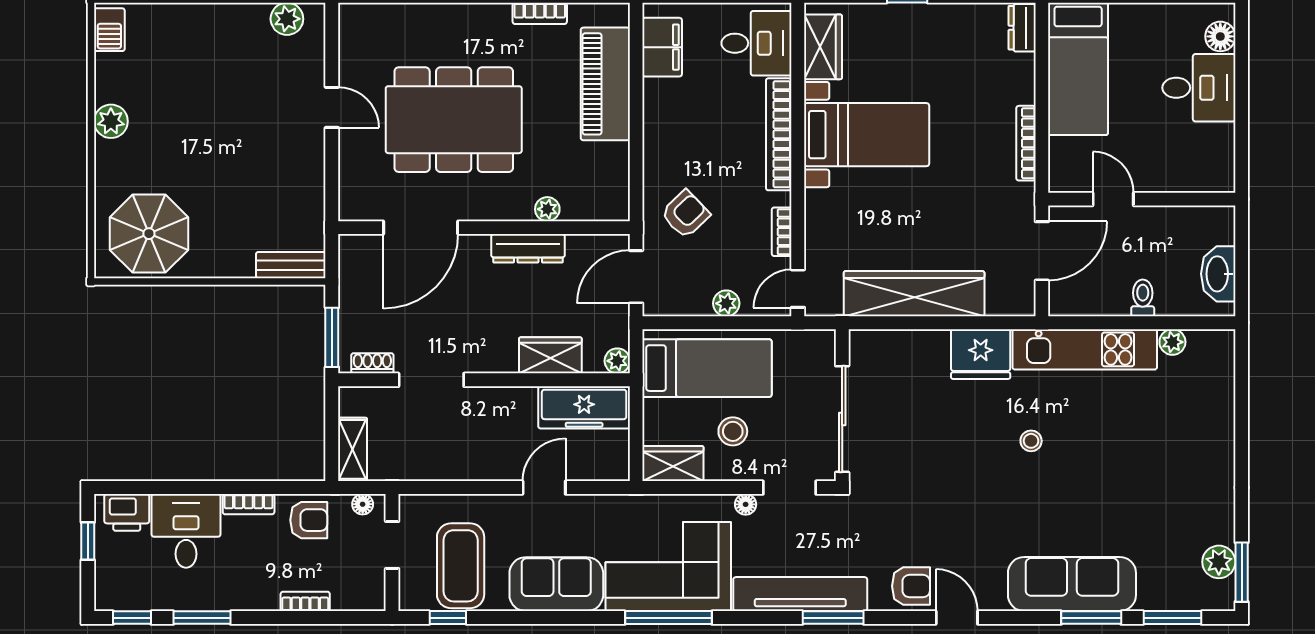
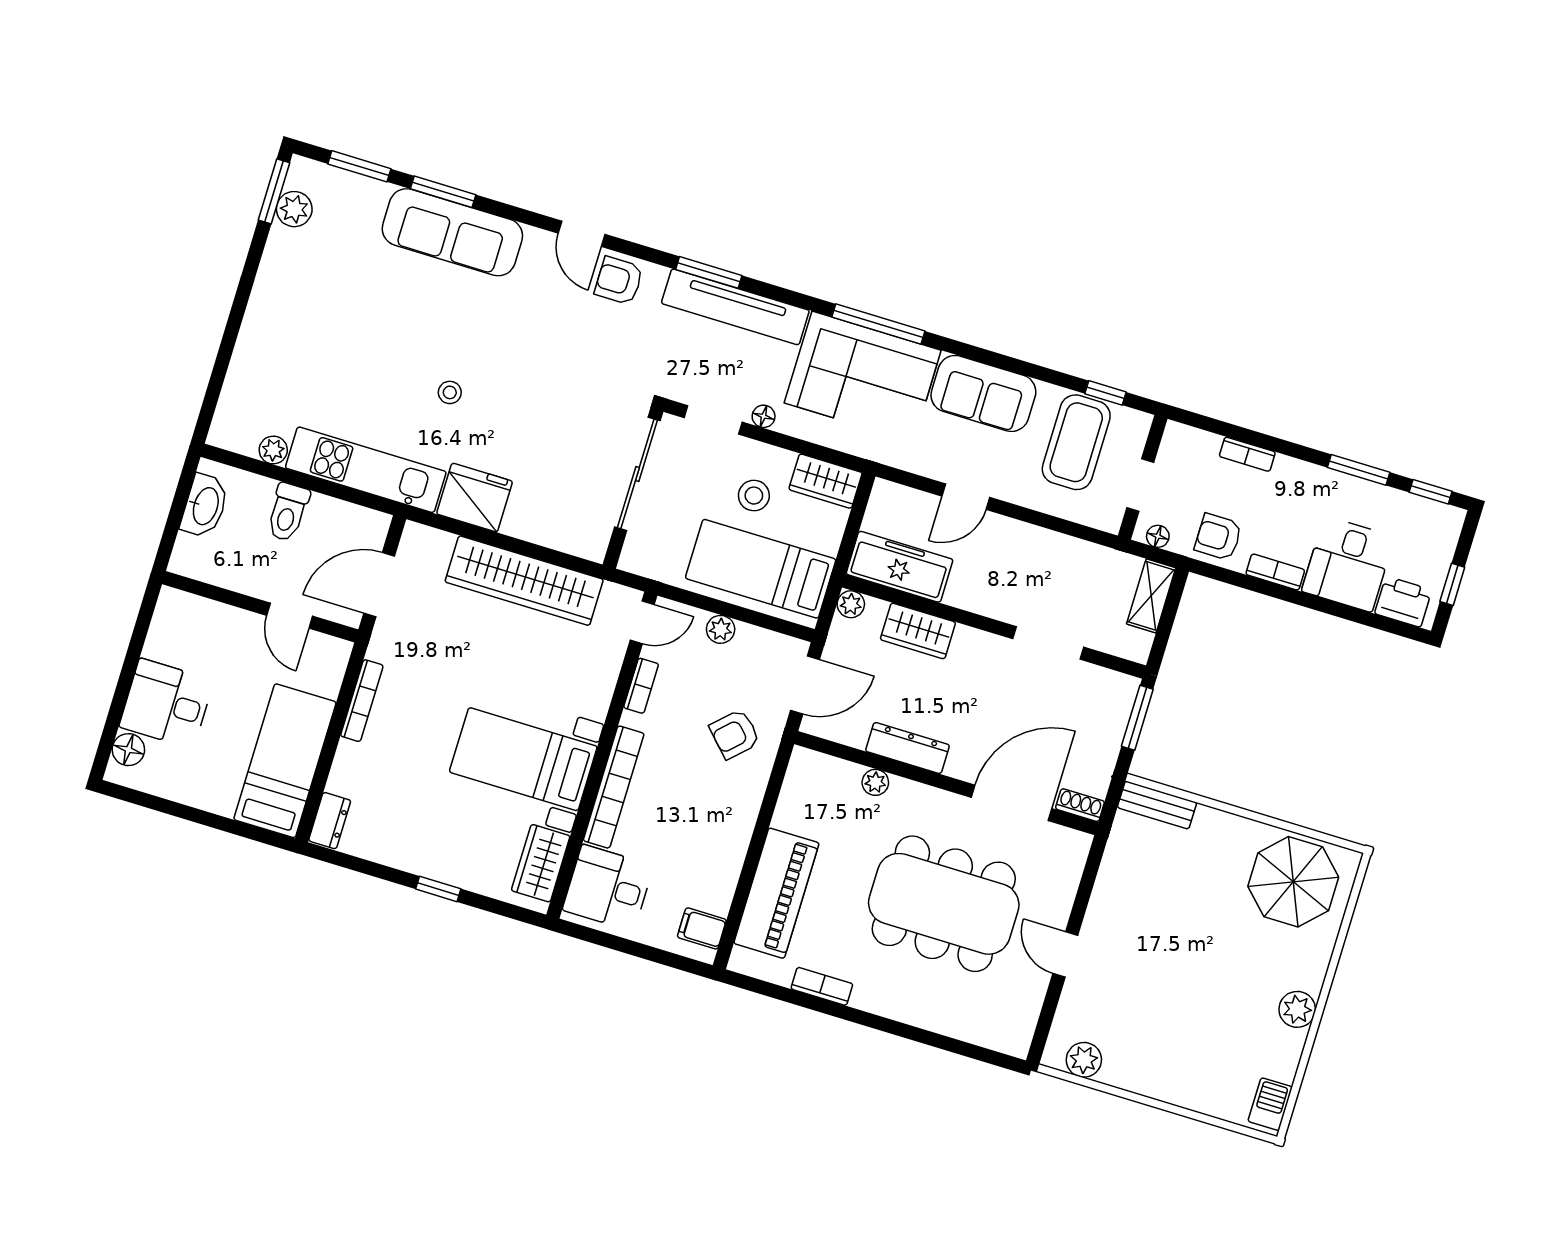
filing cabinet: (662, 47) -> (702, 928), width x0.50
toilet: (1143, 298) -> (288, 512), width x1.37, depth x1.39
shoe rack: (372, 363) -> (1080, 805), moved, turned 180

